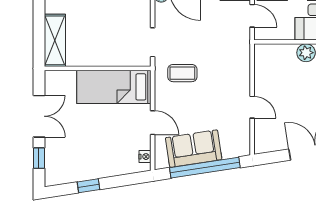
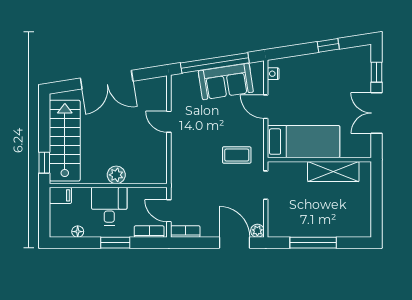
shelving: (55, 40) -> (333, 172), moved, turned 90

